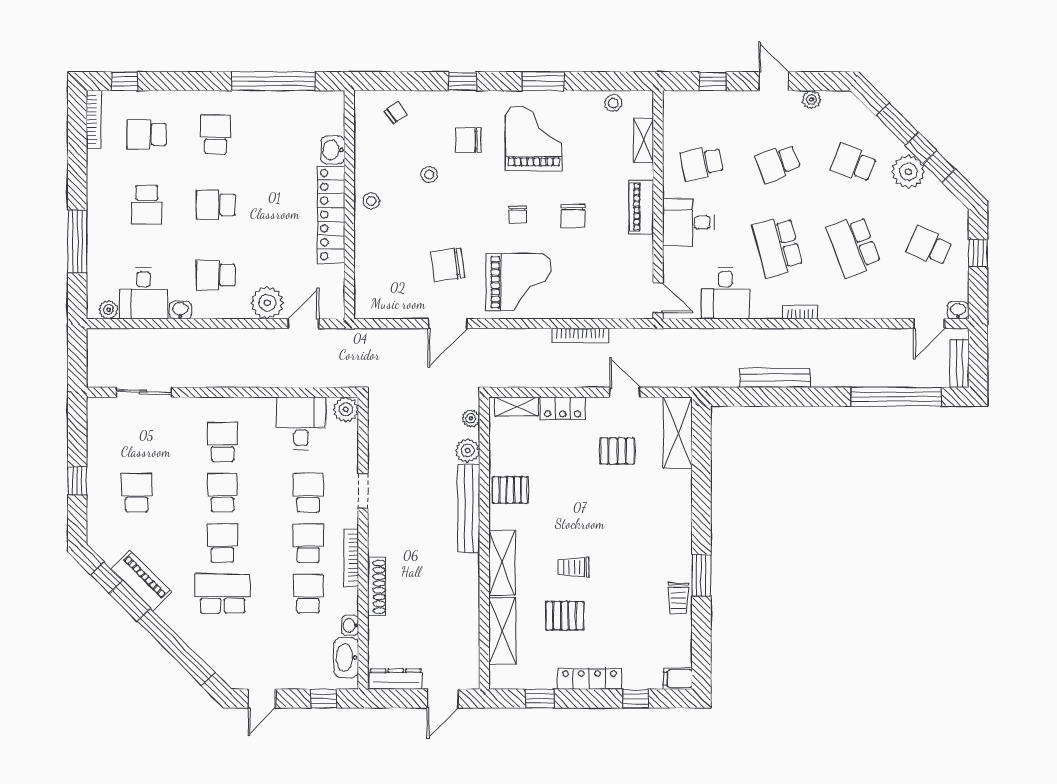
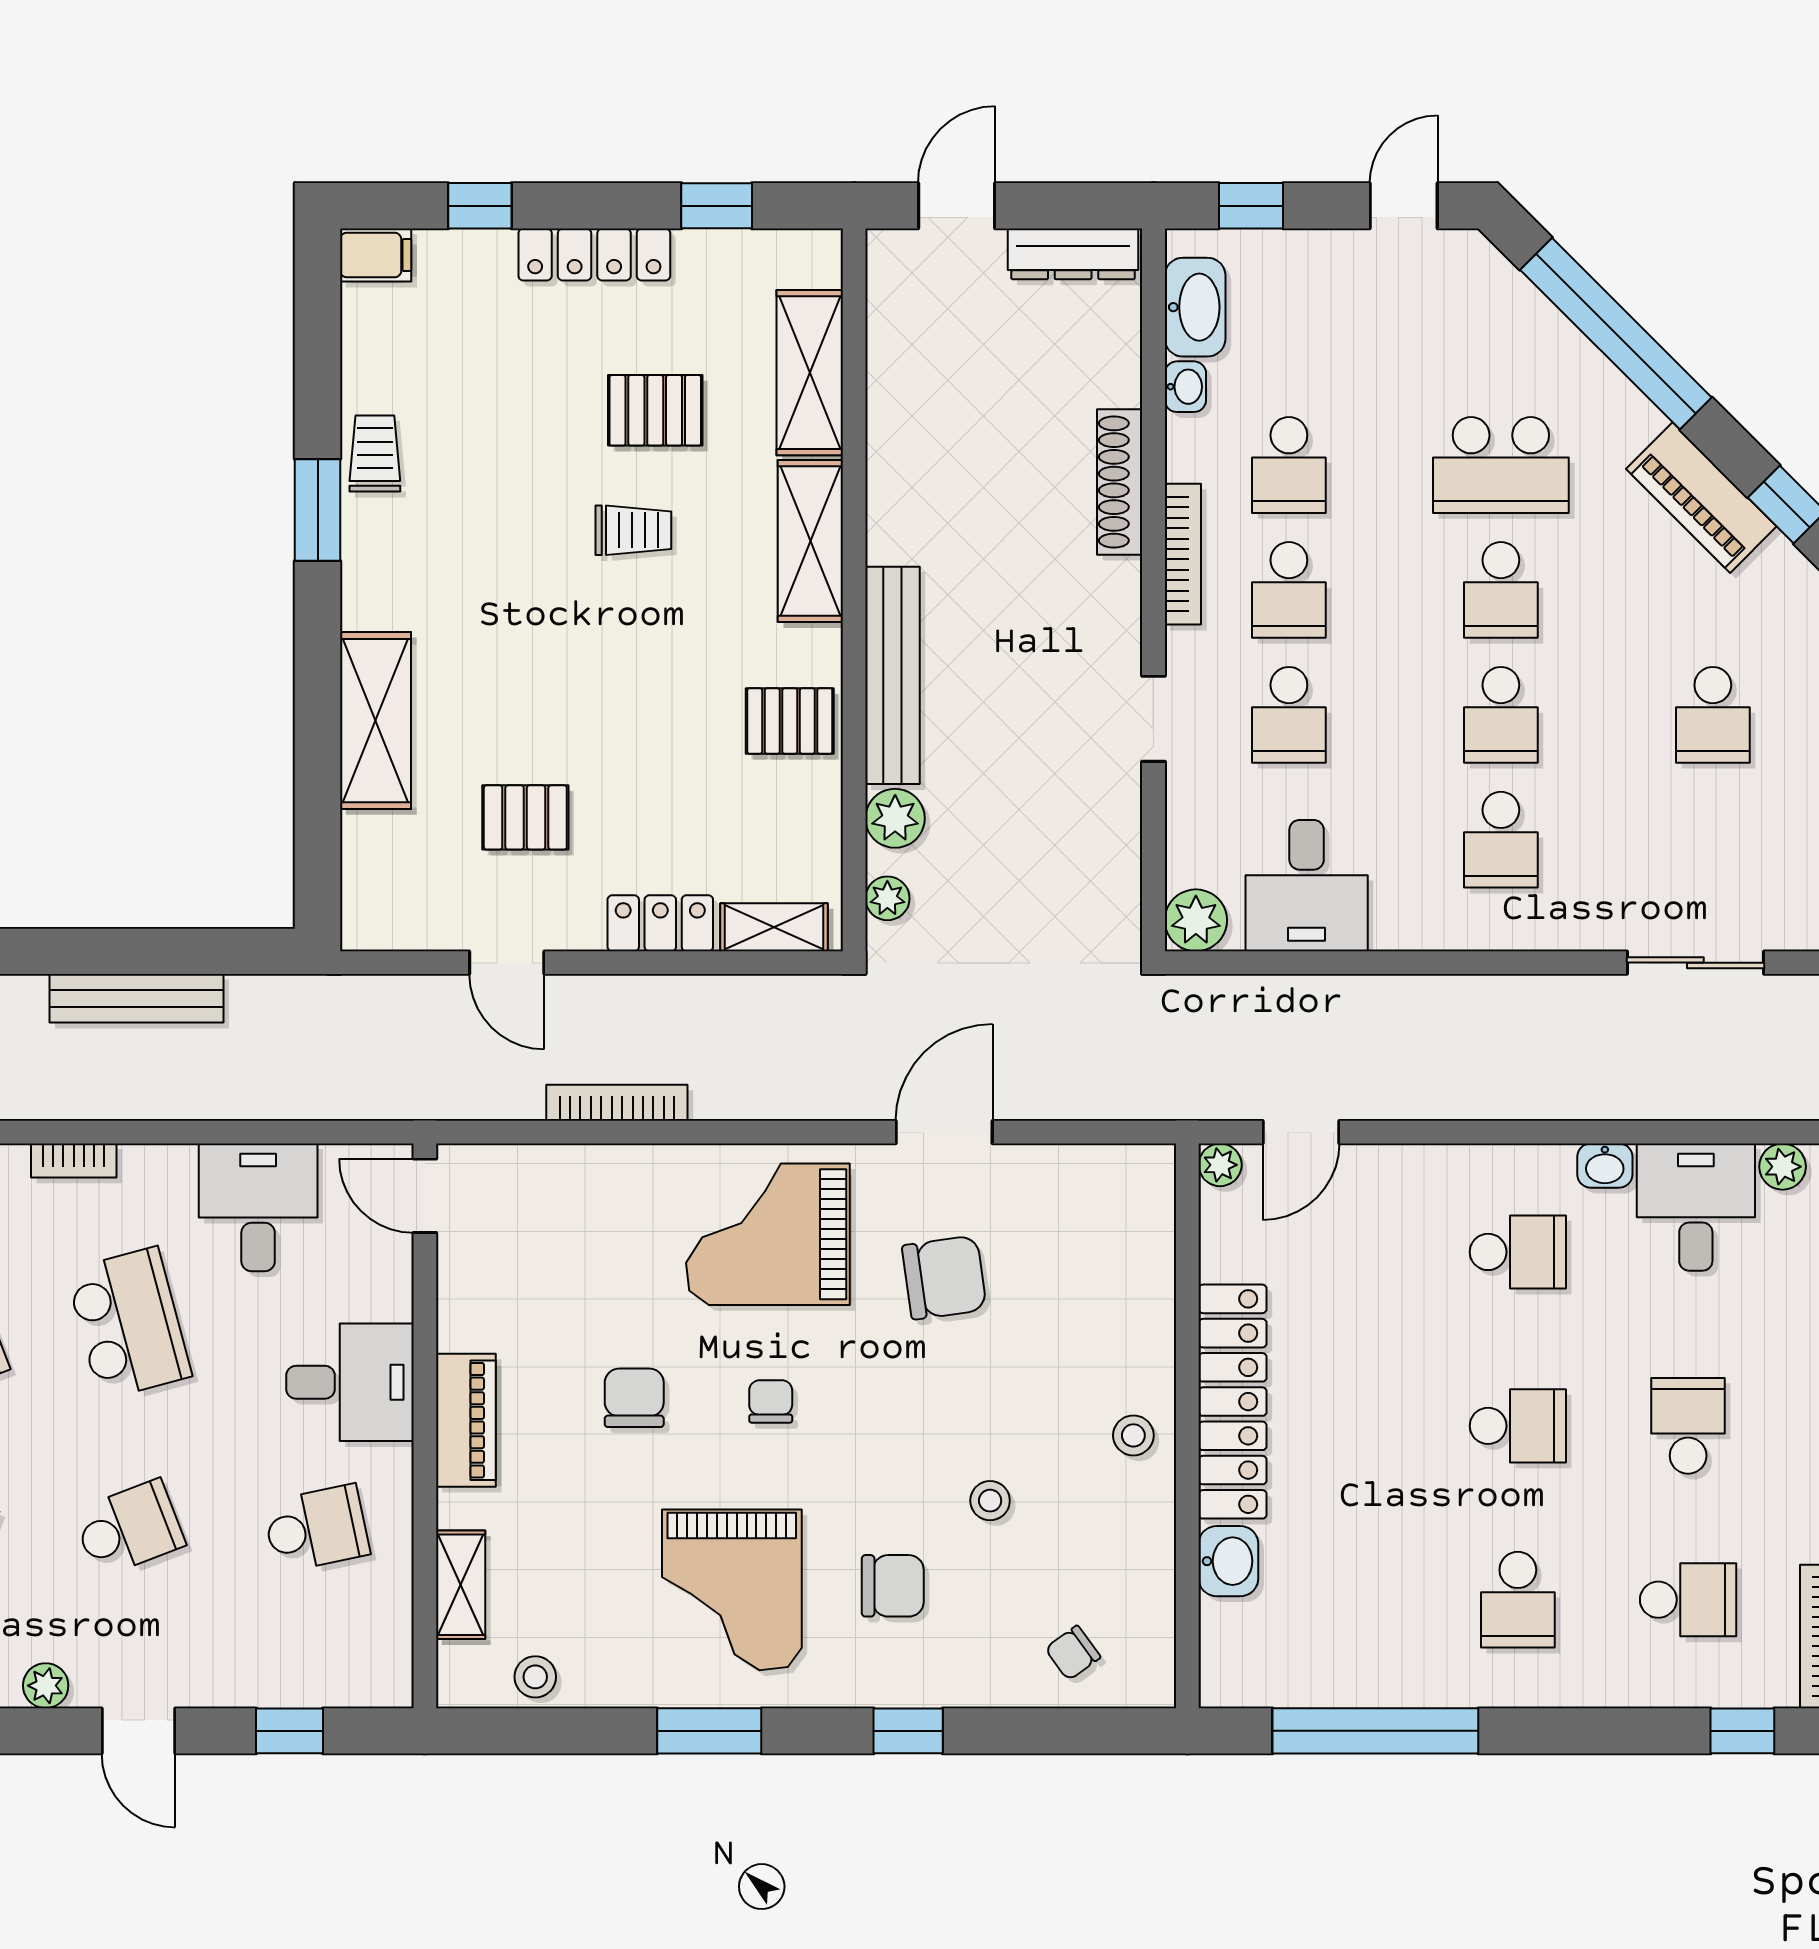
plant: (267, 303) -> (1220, 1165), moved, width x0.53, depth x0.53
shelving: (678, 433) -> (376, 721), moved

